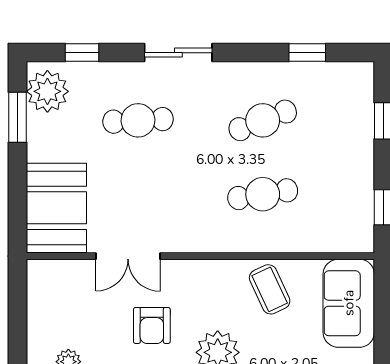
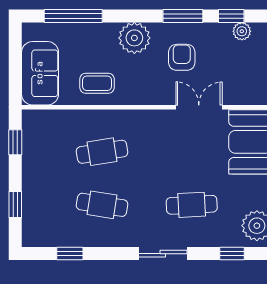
cafe table: (263, 120) -> (102, 205), turned 30
coffee table: (270, 289) -> (97, 83), turned -65

